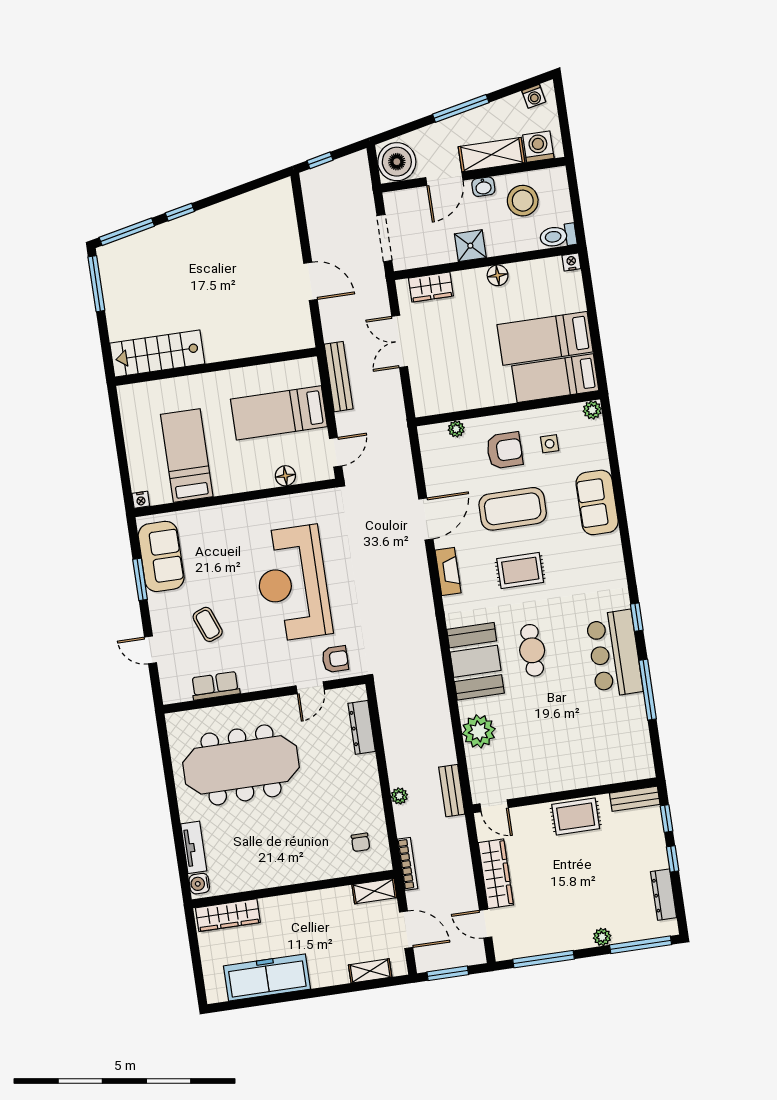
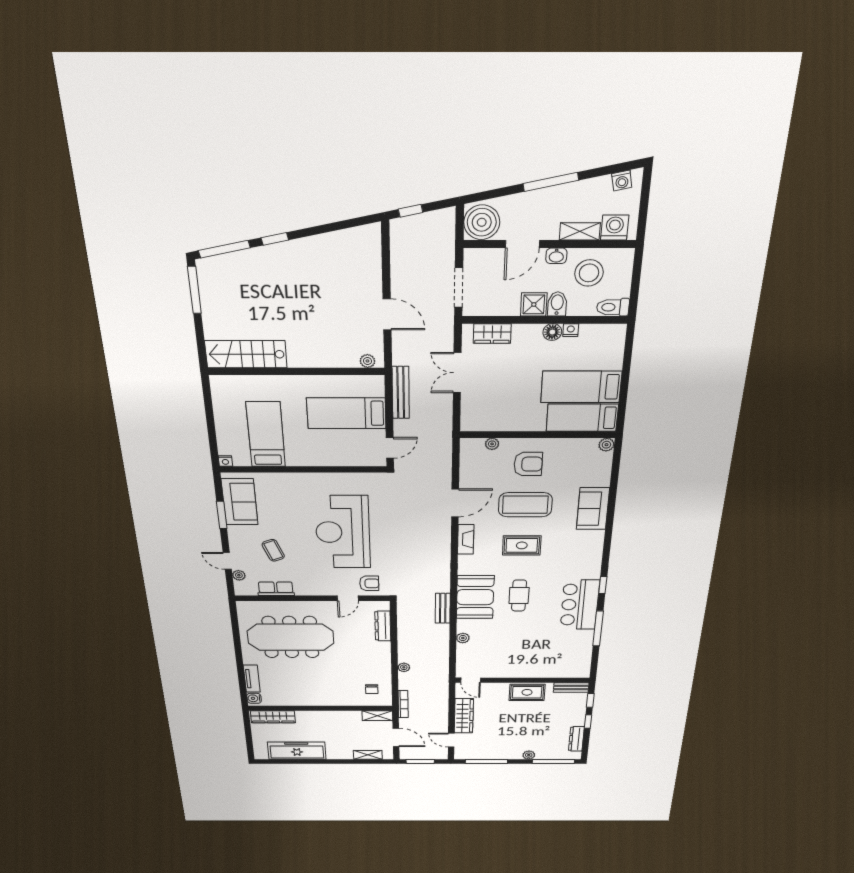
shelving: (492, 155) -> (580, 231), width x0.67, depth x0.75
bidet: (496, 241) -> (557, 304), added
nightstand: (571, 262) -> (571, 330), moved
plant: (295, 342) -> (367, 361), added
side table: (550, 444) -> (566, 464), removed
floor lamp: (285, 476) -> (346, 459), removed
plant: (166, 671) -> (239, 575), added
plant: (479, 731) -> (463, 638), width x0.53, depth x0.53
bench: (452, 791) -> (443, 608), moved

